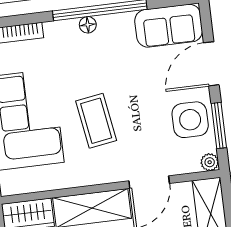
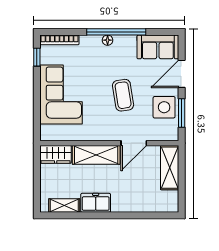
coffee table: (96, 121) -> (123, 95), moved
plant: (210, 162) -> (173, 135), removed

